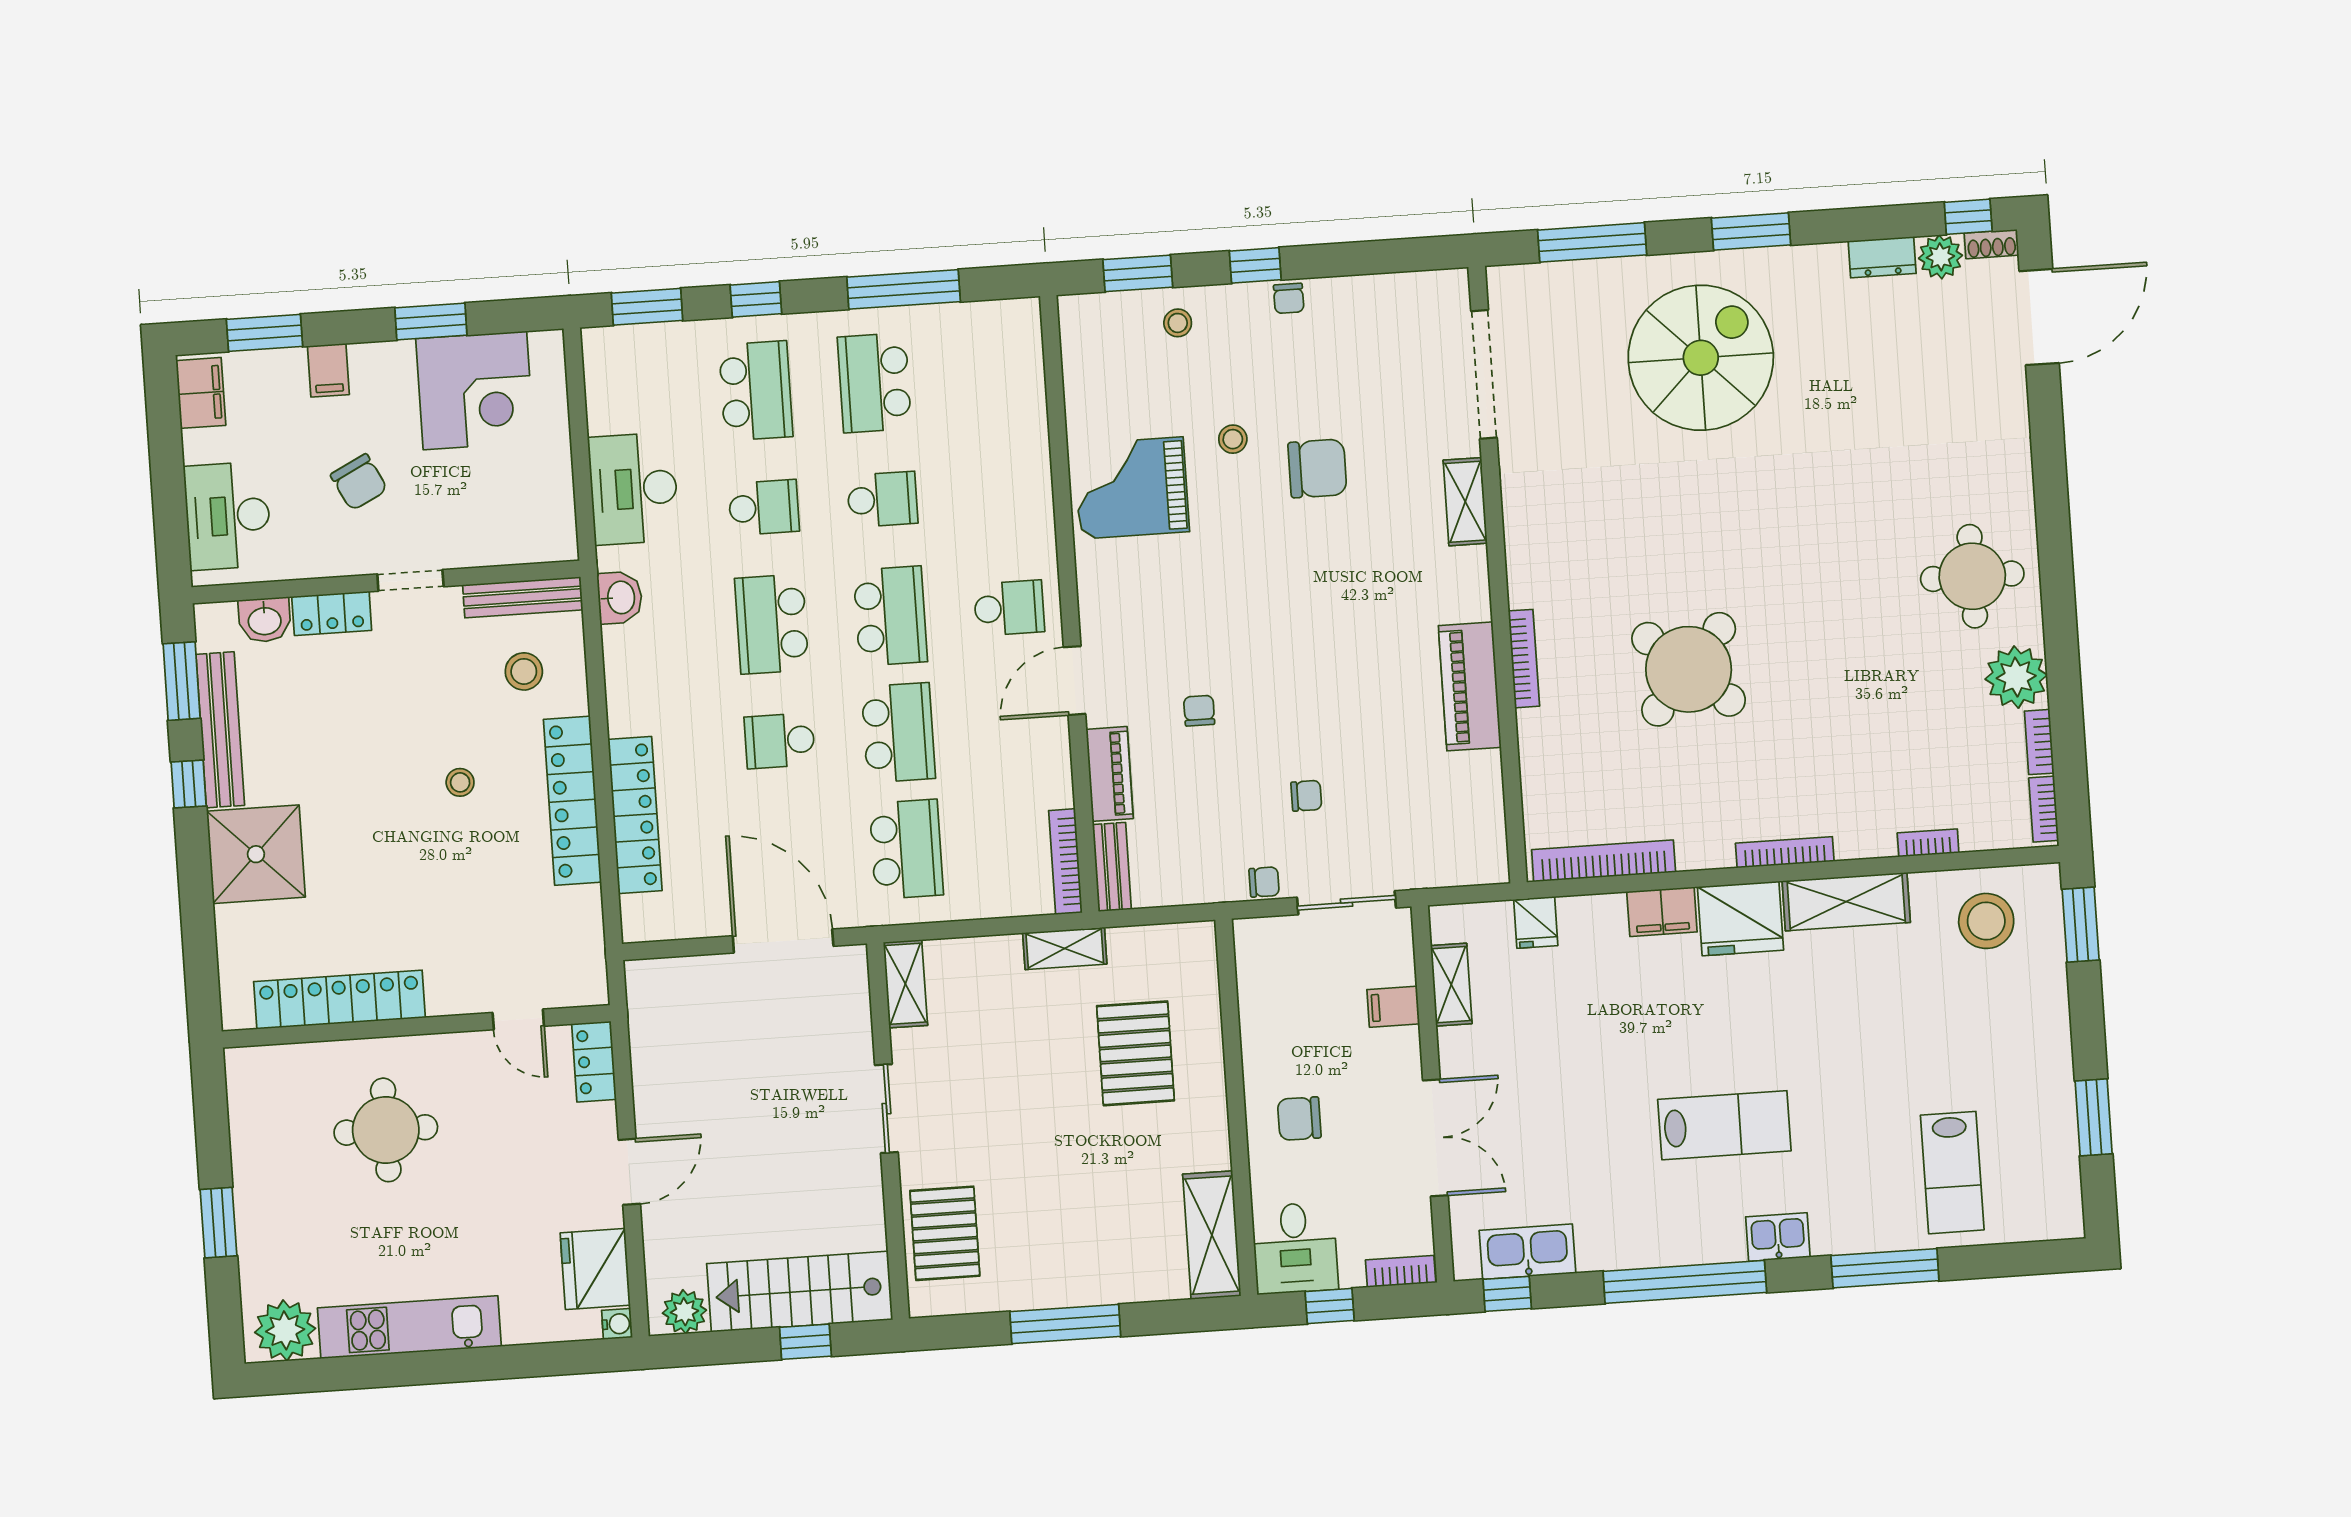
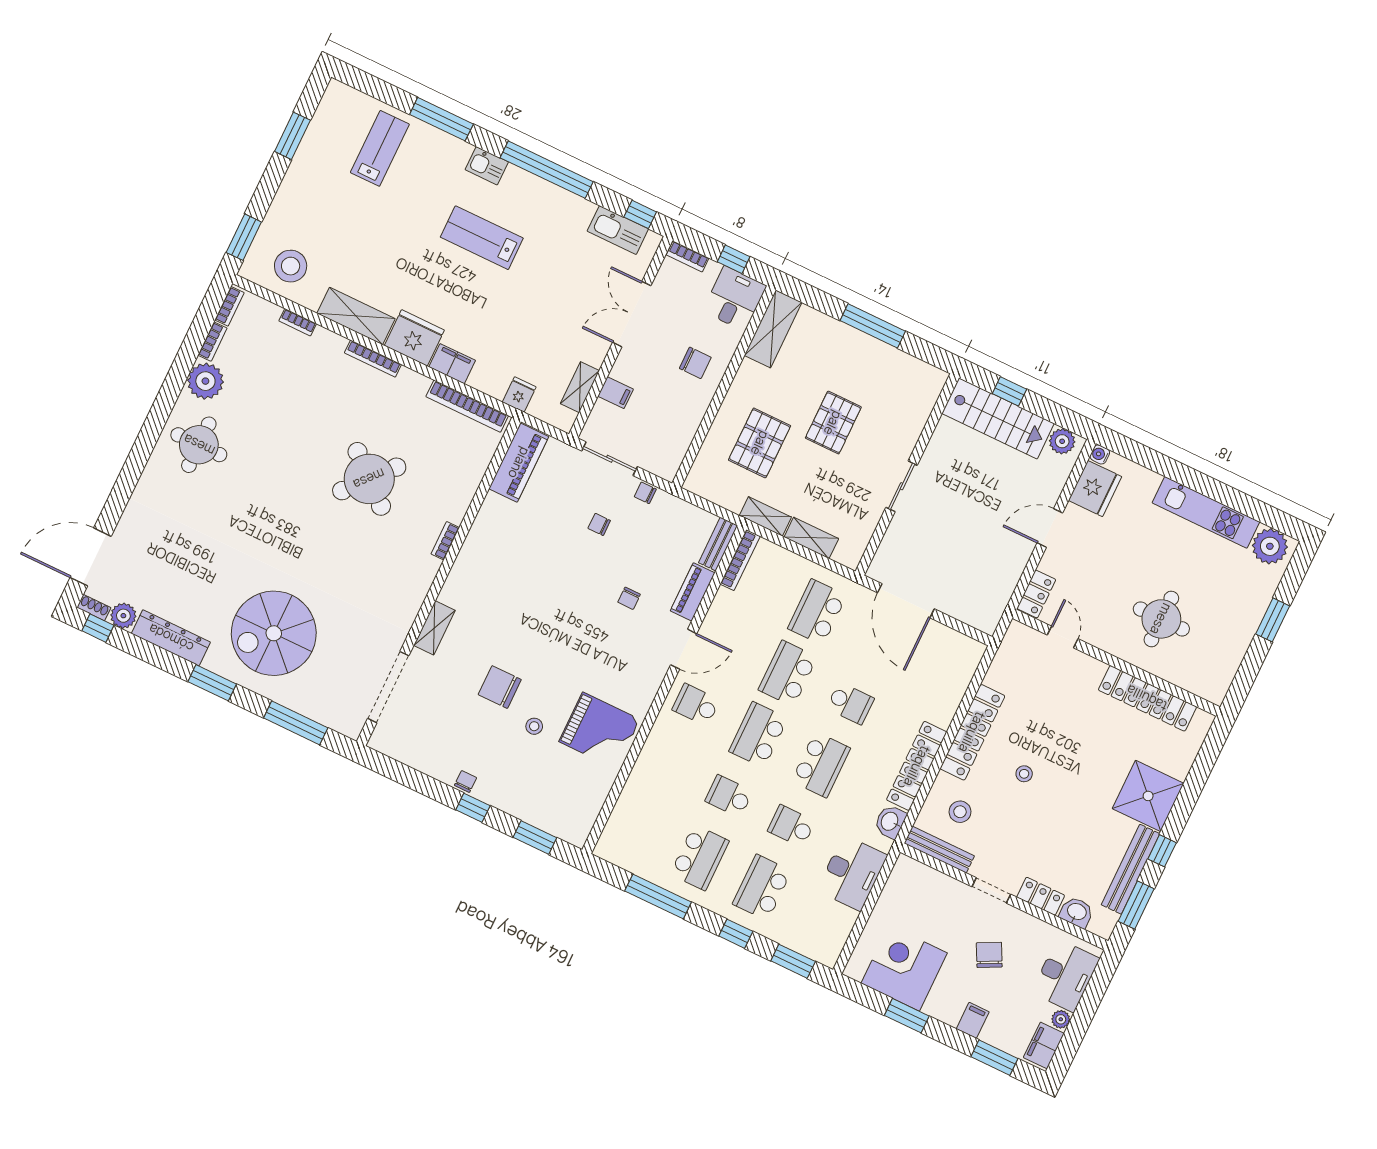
dresser: (1882, 257) -> (171, 638), width x1.96, depth x1.24
stool: (1178, 323) -> (529, 801), removed
plant: (198, 446) -> (1061, 1019), added
bookcase: (1524, 659) -> (445, 541), width x0.64
piano: (1470, 686) -> (519, 463), moved
locker: (635, 815) -> (917, 766), moved
shelving: (905, 984) -> (811, 538), moved, turned 90
pallet: (945, 1233) -> (833, 423), moved

